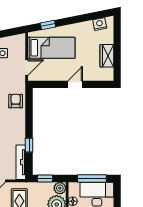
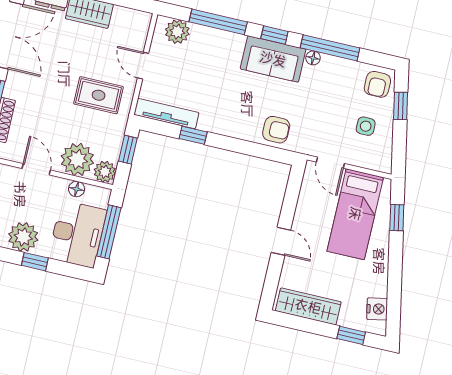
window: (117, 35) -> (351, 335), added
wardrobe: (107, 56) -> (308, 306), width x1.50

